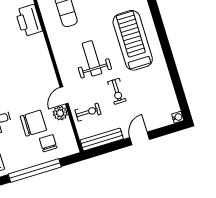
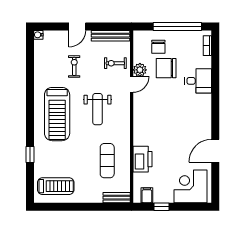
exercise bike: (117, 91) -> (74, 66), moved

